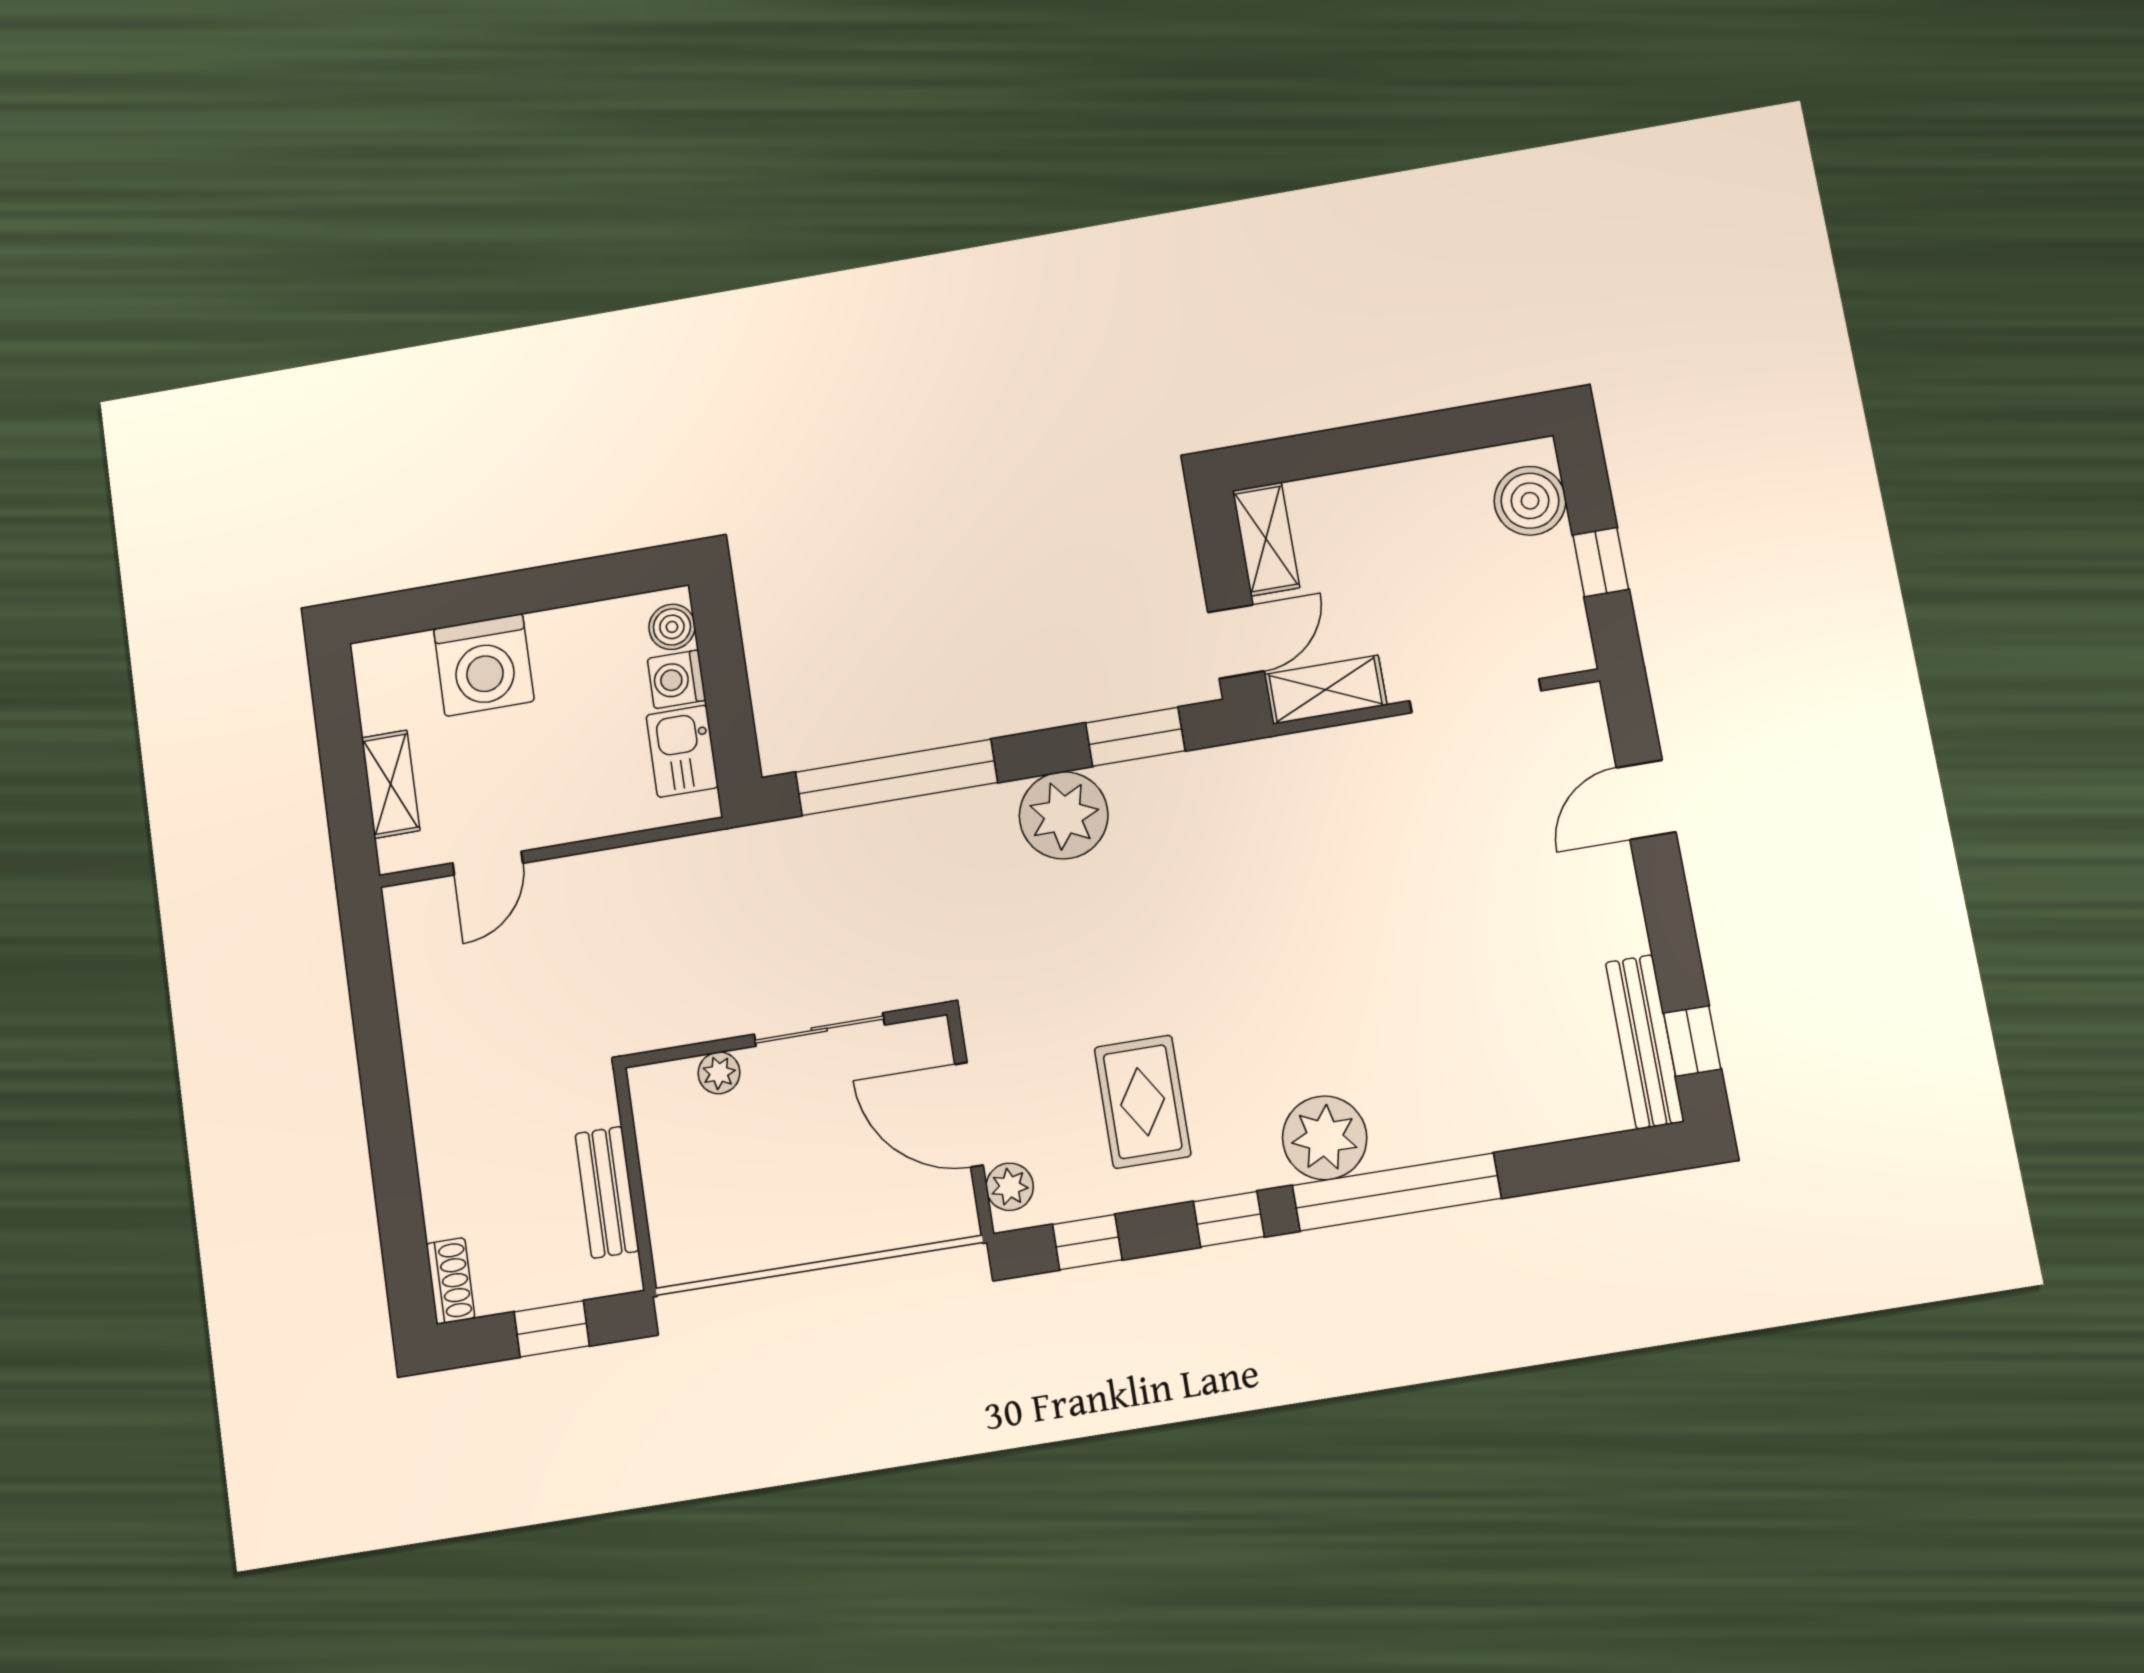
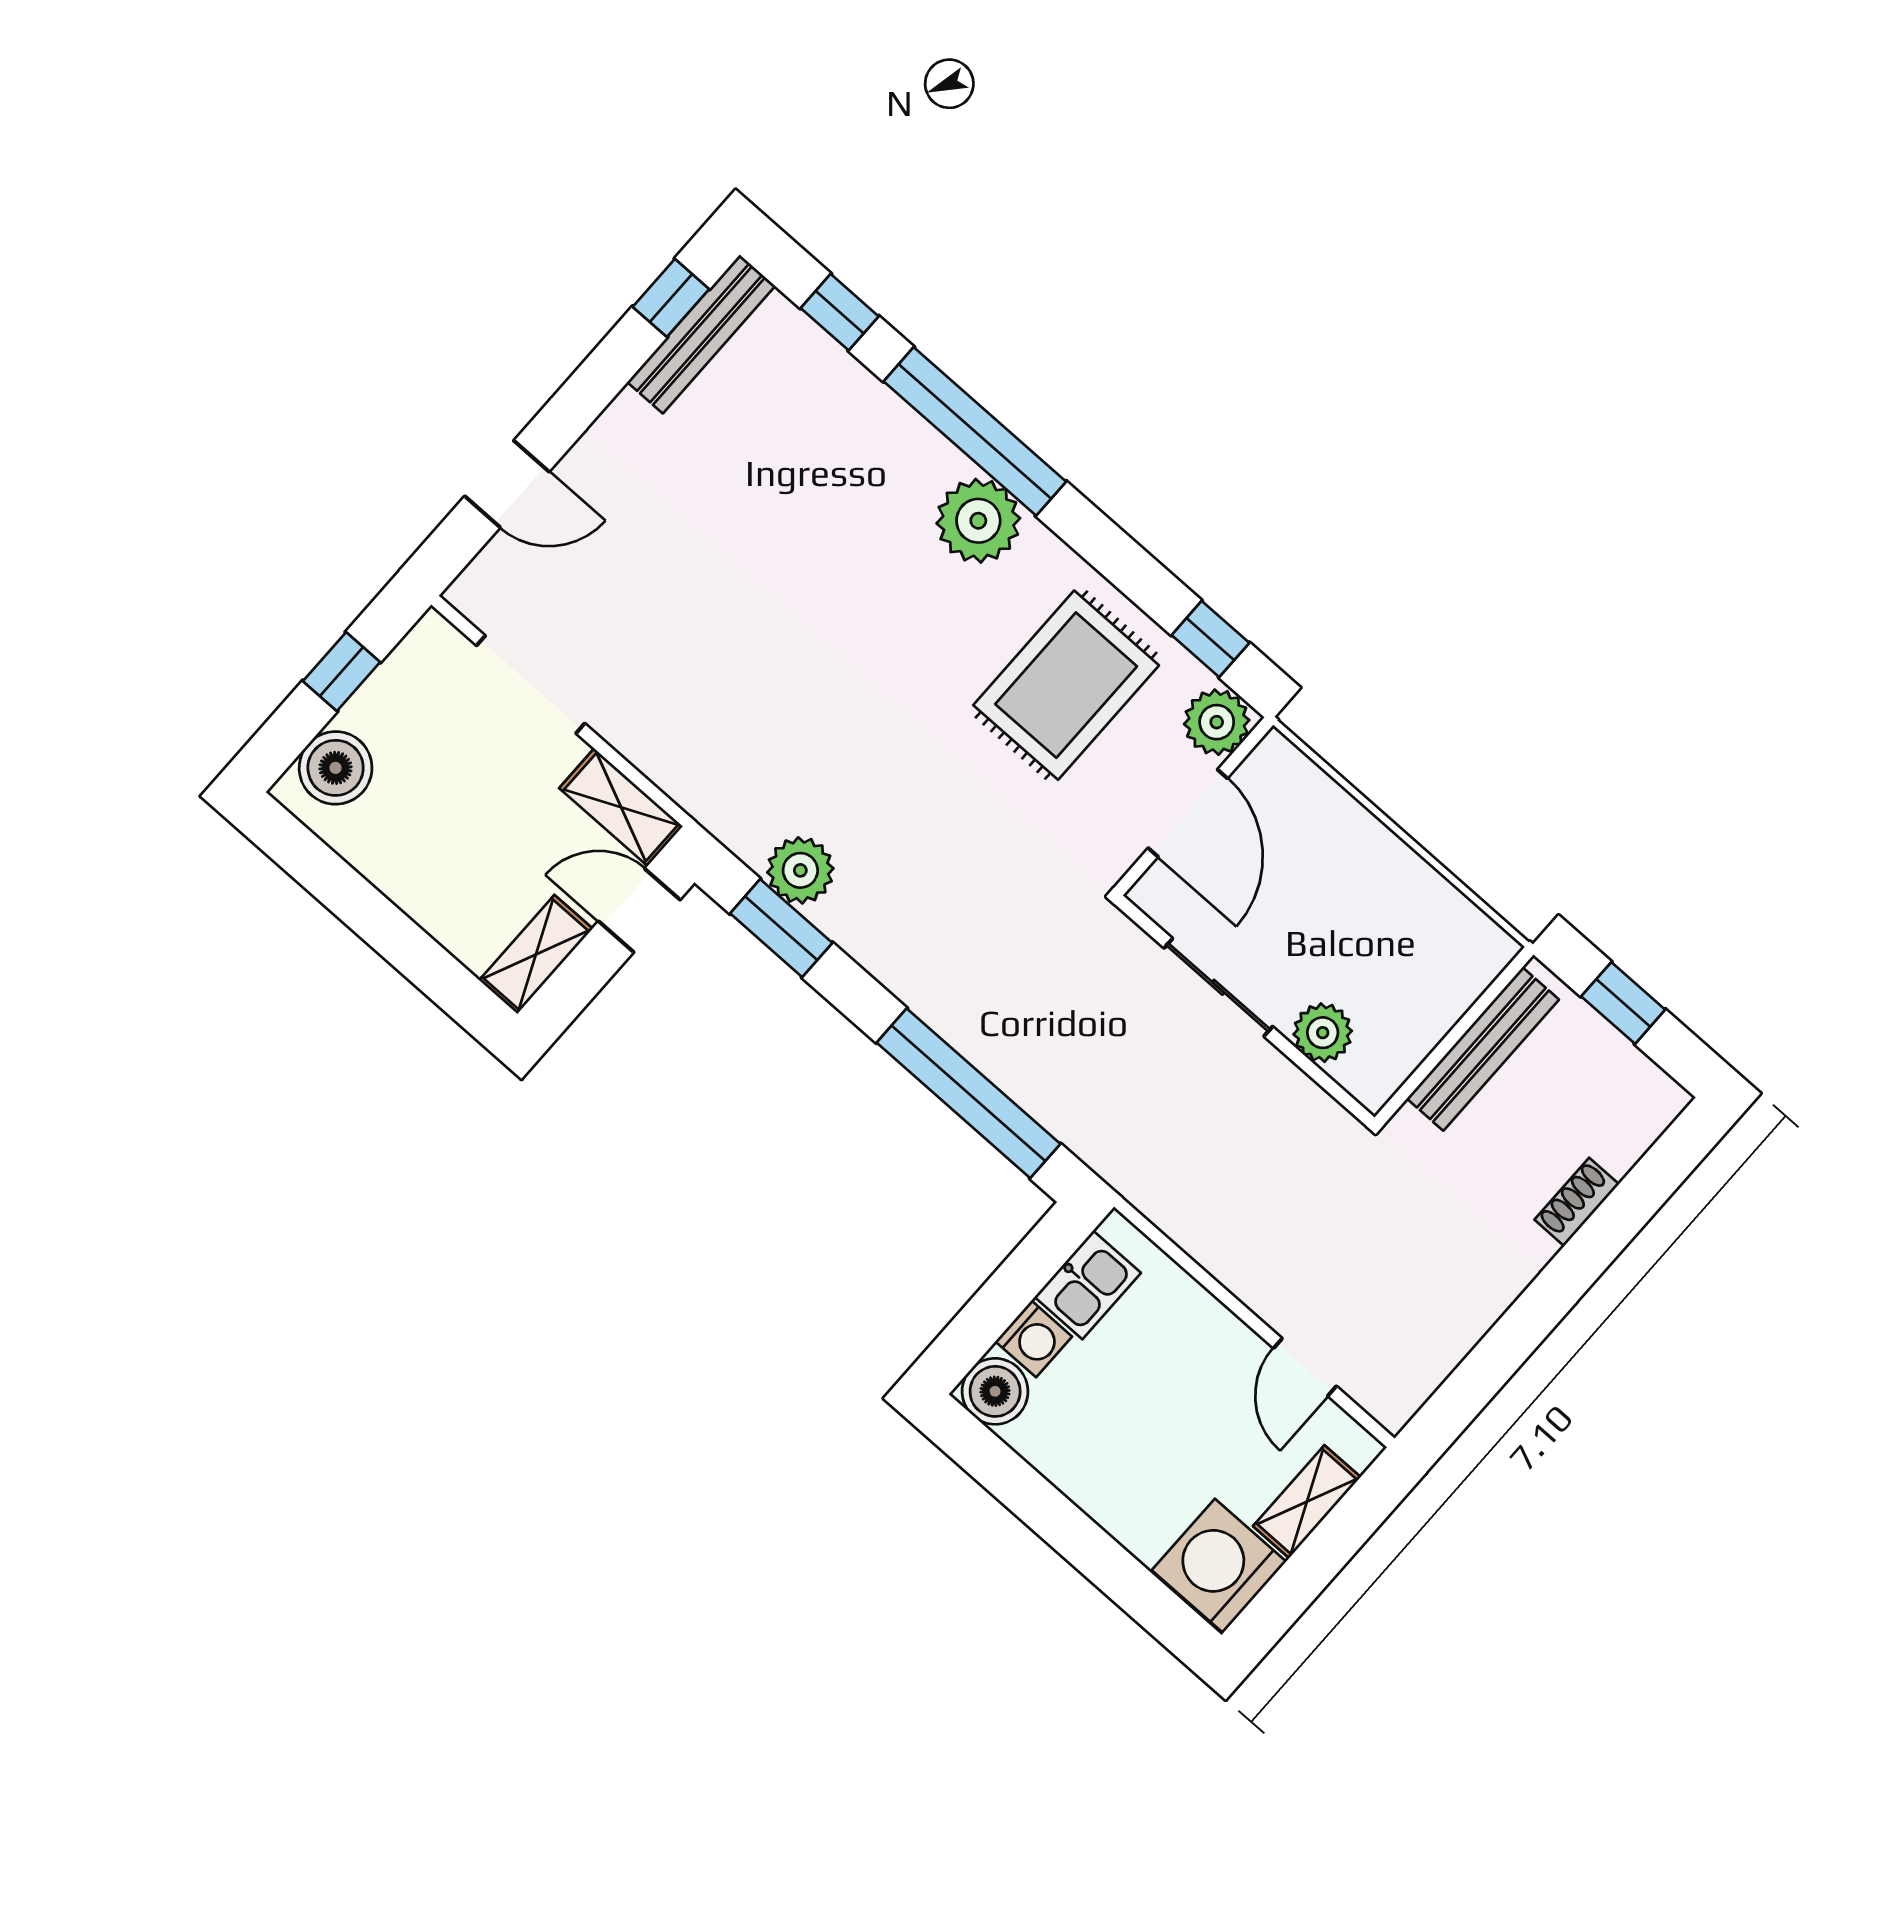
boiler: (672, 627) -> (995, 1391), width x1.36, depth x1.36
washing machine: (484, 665) -> (1219, 1566), moved, turned -90
plant: (1064, 815) -> (800, 870), moved, width x0.73, depth x0.73
door: (488, 863) -> (1305, 1367), swing flipped
plant: (719, 1073) -> (1323, 1033), width x1.38, depth x1.38
rug: (1143, 1102) -> (1066, 685), width x1.36, depth x1.43
plant: (1010, 1187) -> (1217, 722), width x1.38, depth x1.38
bench: (607, 1192) -> (1483, 1049), width x1.36
window: (1229, 1219) -> (840, 312), moved
shoe rack: (450, 1281) -> (1577, 1202), moved

